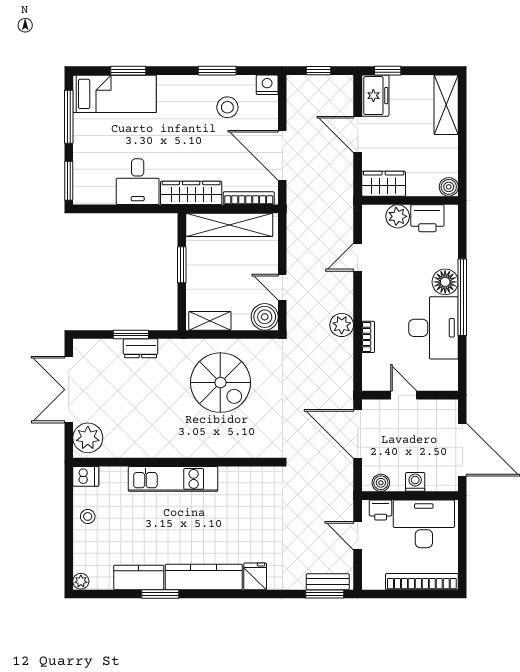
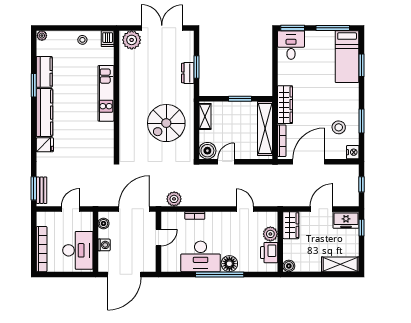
desk: (138, 182) -> (291, 45), moved, turned 90
plant: (342, 325) -> (174, 199), moved
printer: (381, 510) -> (87, 223), removed

